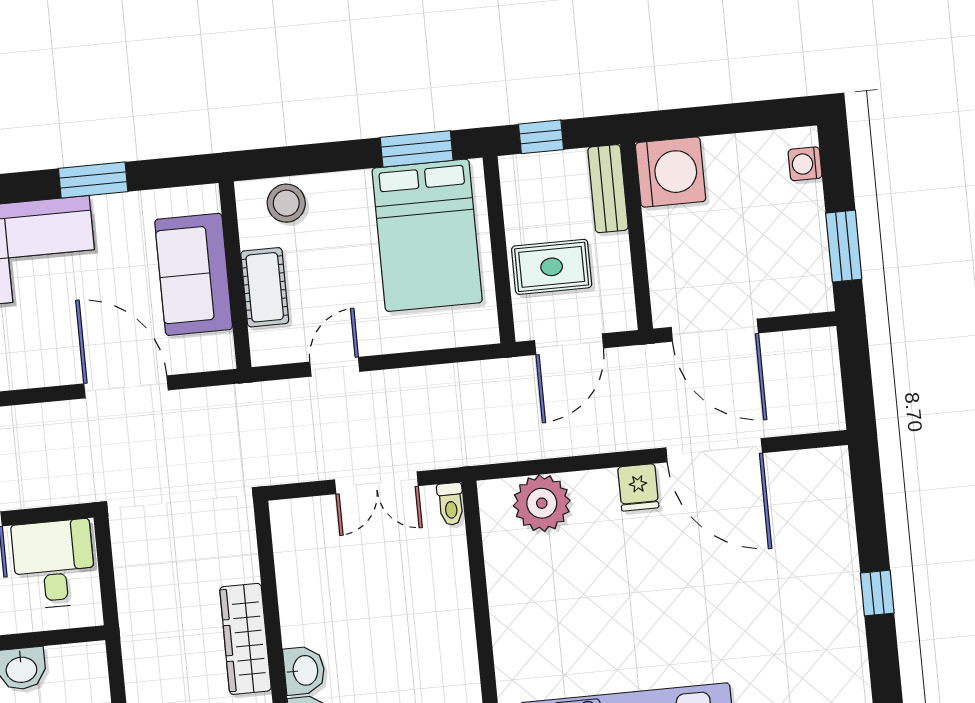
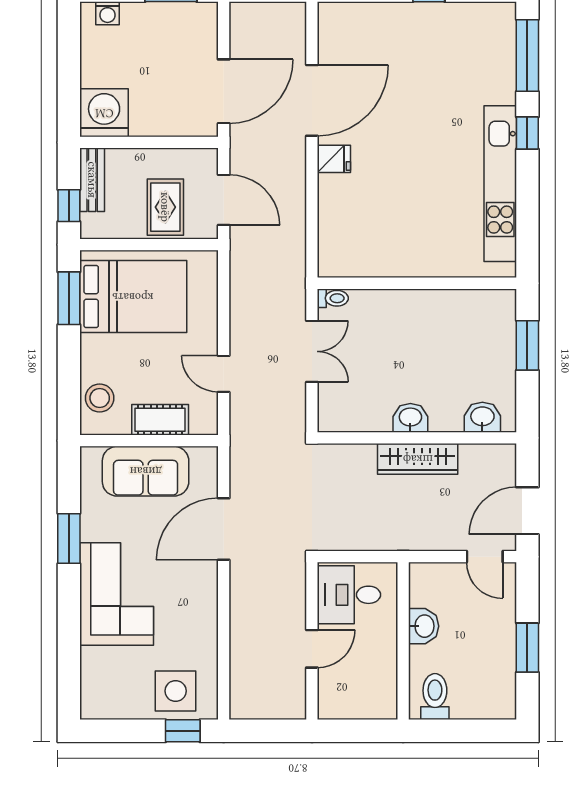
bench: (608, 189) -> (92, 180), moved, turned 90
plant: (542, 503) -> (339, 231), removed
washbasin: (304, 670) -> (410, 418), moved

